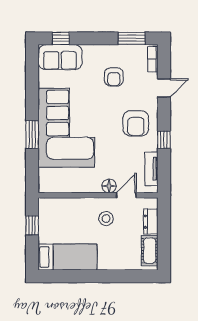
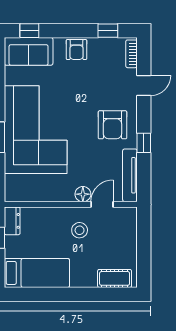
window: (132, 38) -> (108, 31), width x0.67
armchair: (114, 77) -> (76, 50), moved
tv unit: (151, 169) -> (130, 175), width x1.41
dresser: (151, 222) -> (12, 221), moved, turned 180
cot: (150, 251) -> (115, 278), moved, turned 90

